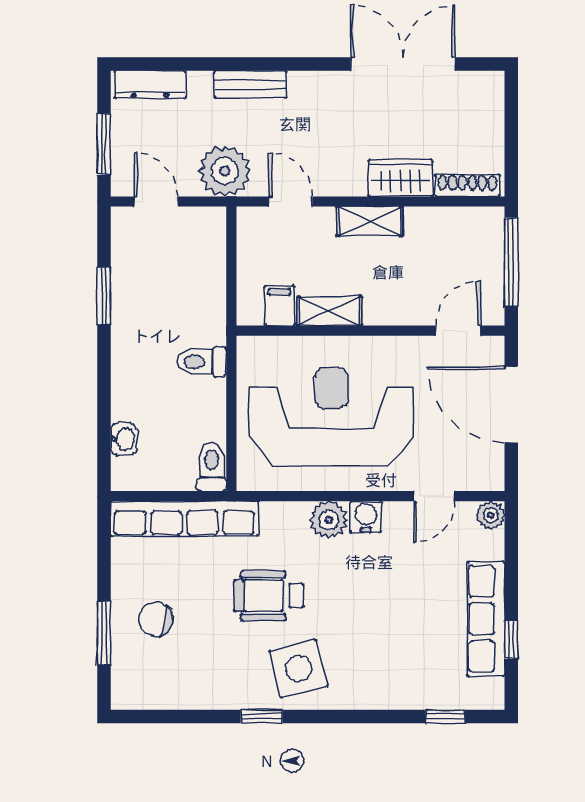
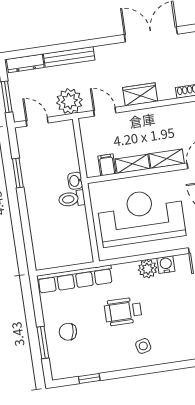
bench: (250, 84) -> (69, 57), width x1.36
wardrobe: (401, 178) -> (140, 94), moved
shelving: (370, 221) -> (167, 159), moved
washbasin: (124, 439) -> (75, 181), moved, turned 180
toilet: (211, 467) -> (85, 251), removed
side table: (298, 669) -> (143, 346), width x0.54, depth x0.54
window: (262, 716) -> (89, 378), moved

